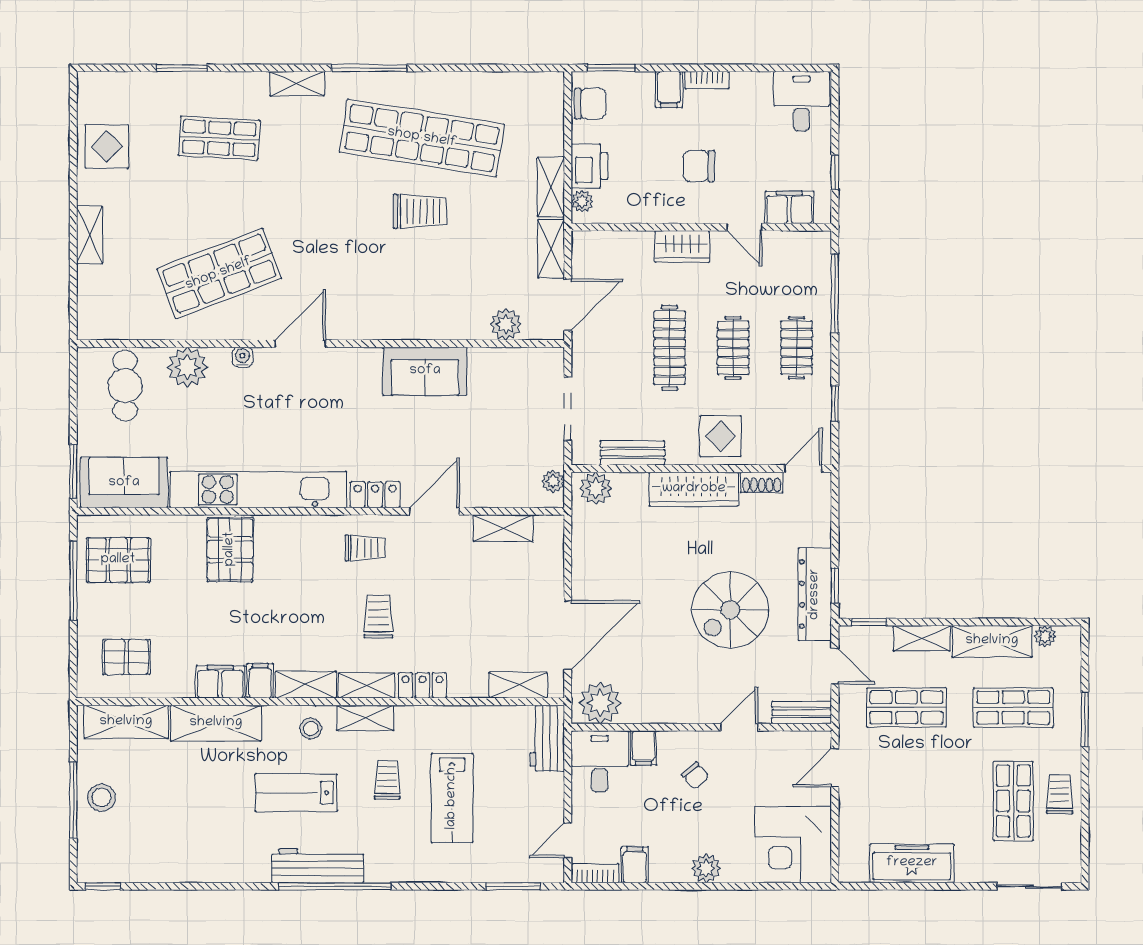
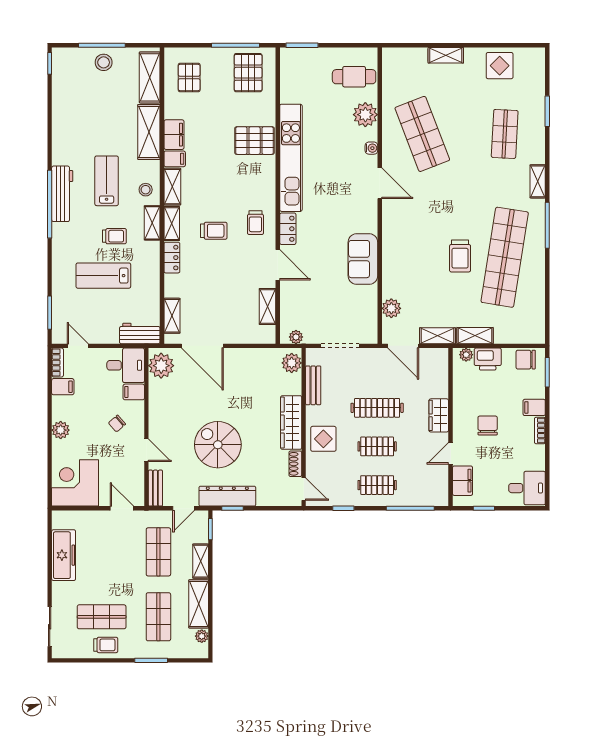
chair: (590, 103) -> (526, 360), turned 90
sofa: (124, 483) -> (295, 76), removed

